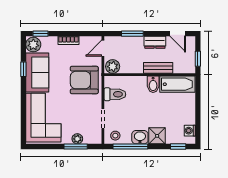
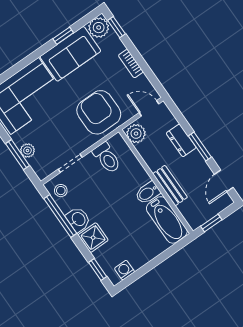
window: (132, 34) -> (200, 147), moved
dresser: (155, 42) -> (181, 140), moved

